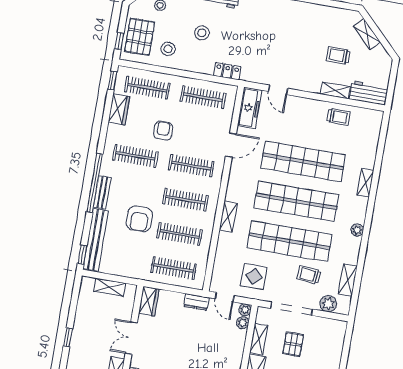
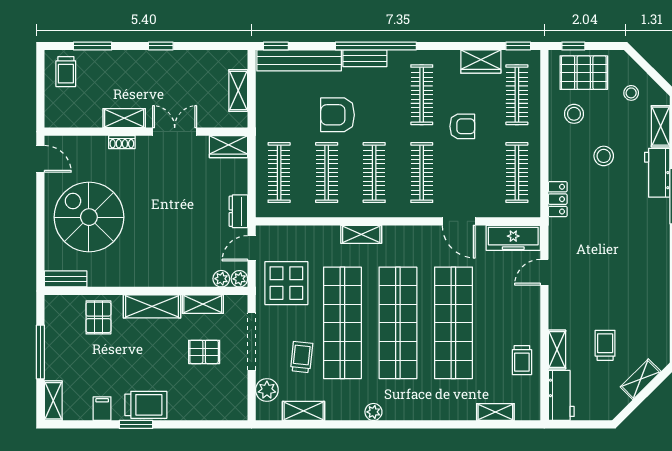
shelving: (365, 183) -> (495, 412), moved
display table: (254, 276) -> (286, 283), width x1.36, depth x1.36

